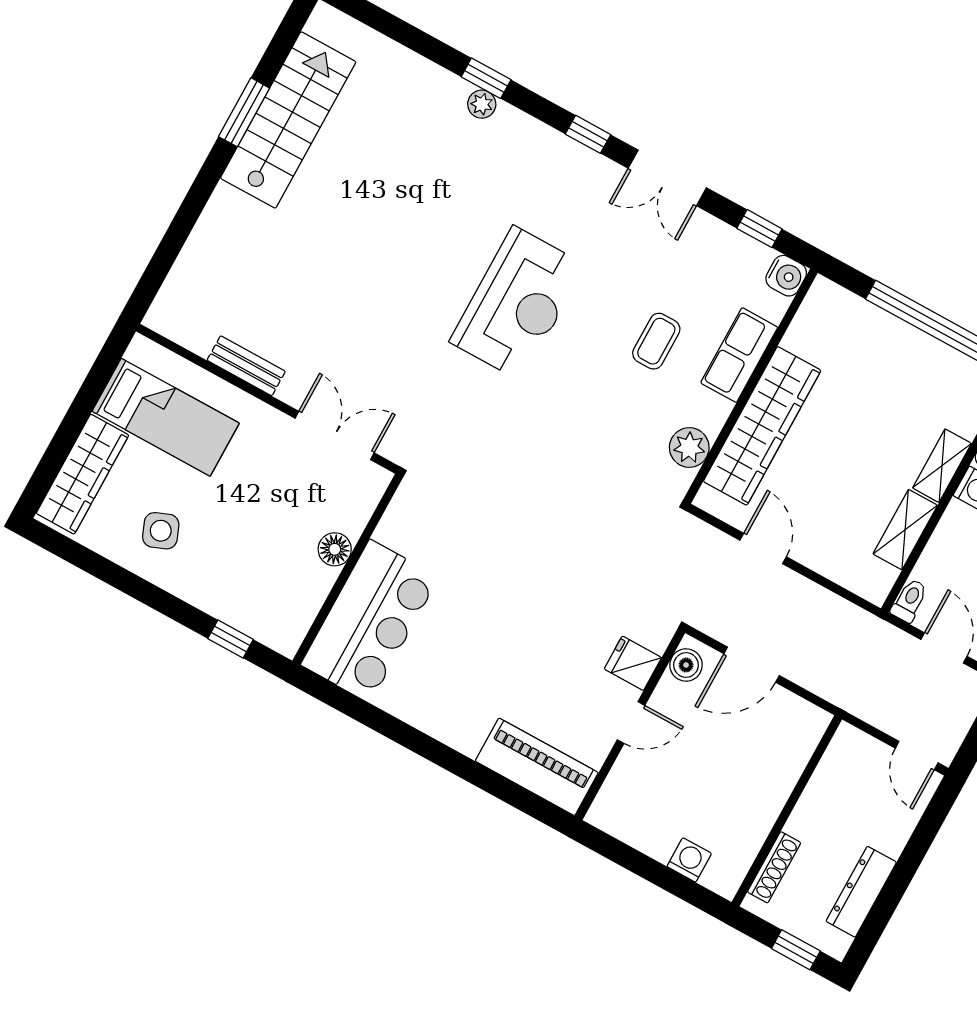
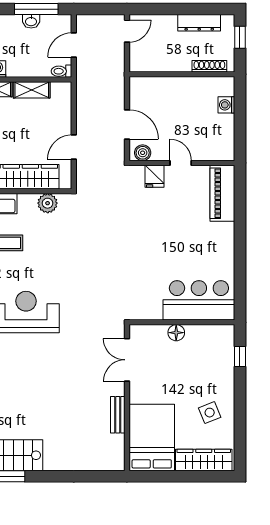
bed: (166, 417) -> (152, 437), width x1.50

